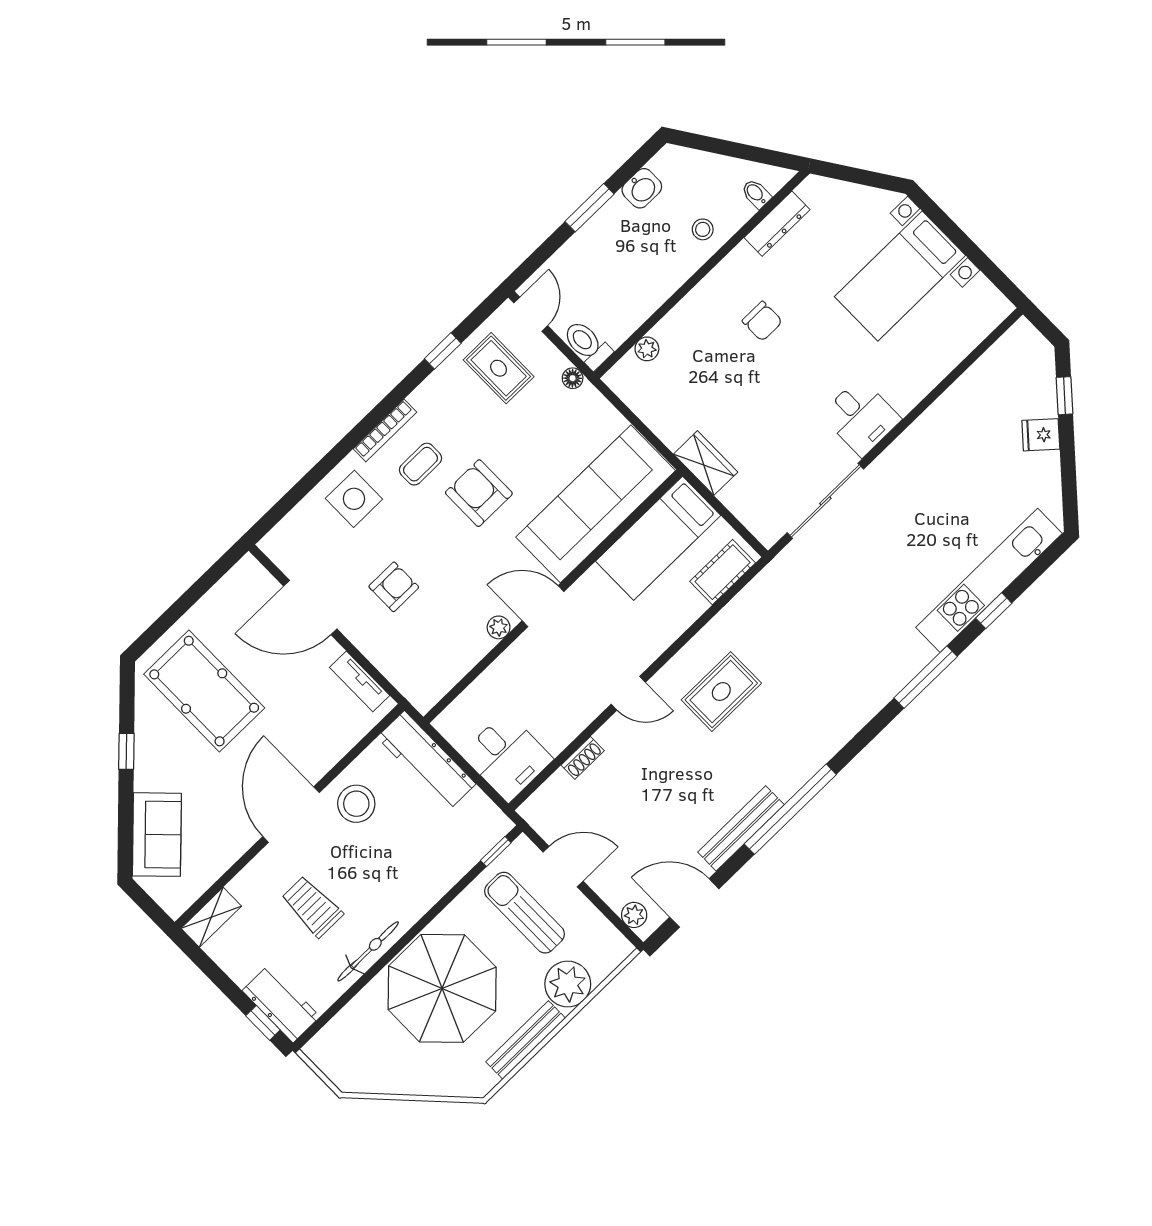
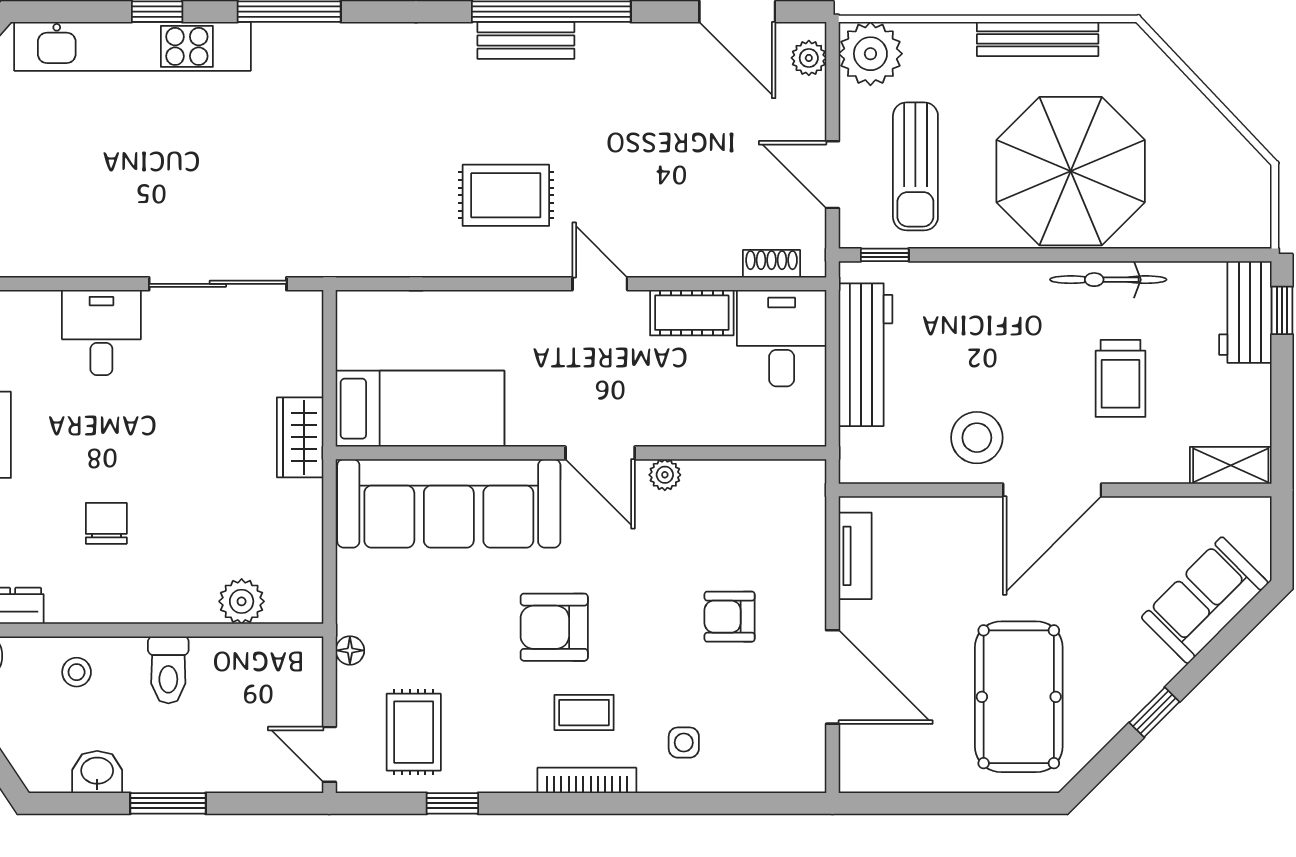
door: (531, 314) -> (329, 754), hinge flipped
toilet: (587, 344) -> (168, 670), moved
plant: (647, 349) -> (242, 601), width x1.38, depth x1.38
armchair: (479, 493) -> (554, 627), turned 90
side table: (354, 499) -> (684, 743), width x0.54, depth x0.54
cot: (723, 572) -> (692, 313), moved
shoe rack: (583, 758) -> (772, 264), moved
workbench: (426, 761) -> (865, 355), moved
bench: (741, 828) -> (526, 40), moved, width x0.73
plant: (568, 984) -> (870, 54), moved

